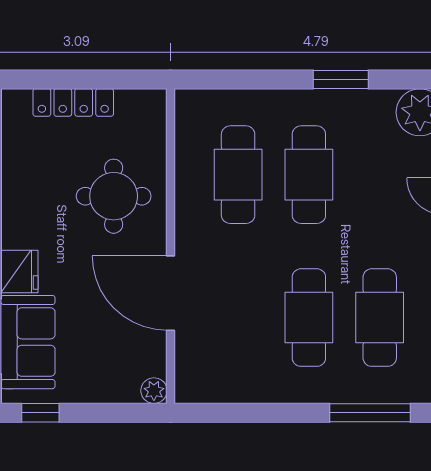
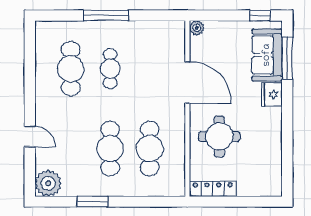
locker: (73, 102) -> (213, 189), moved
cafe table: (309, 318) -> (110, 69), width x0.73, depth x0.74
window: (370, 413) -> (106, 16), moved

